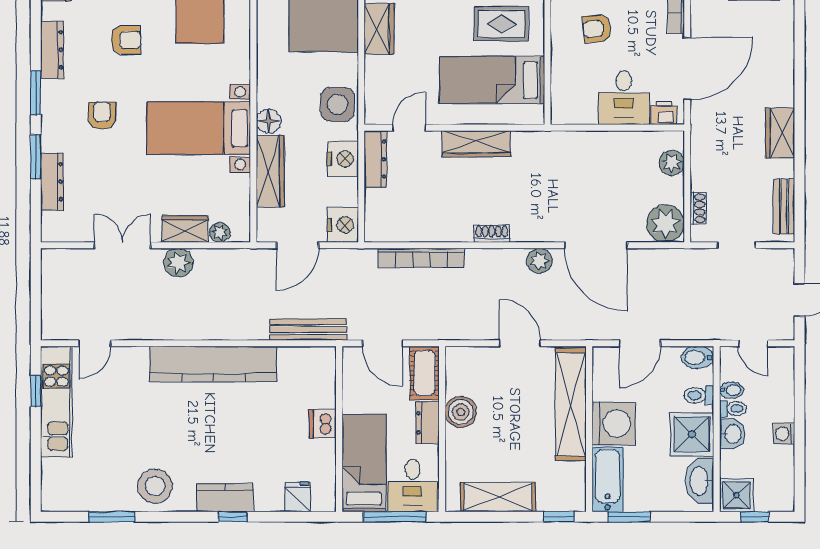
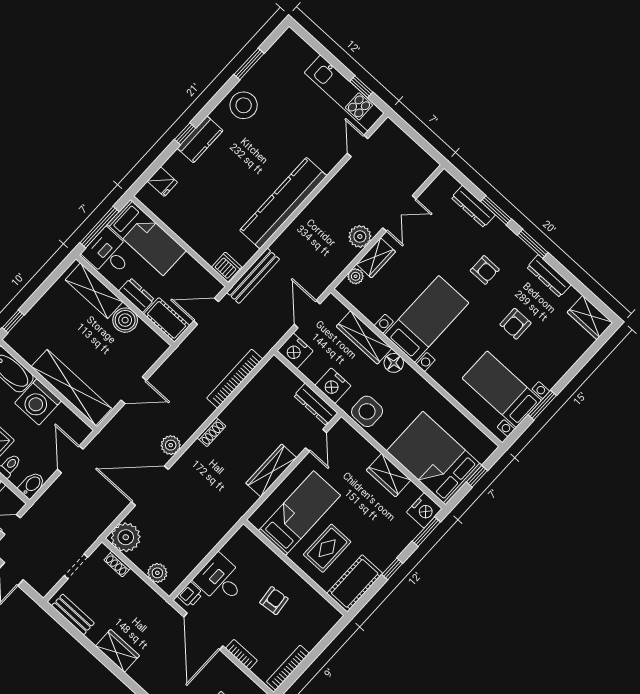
dishwasher: (323, 424) -> (227, 267), moved
shelving: (498, 497) -> (94, 291), moved, turned 90

